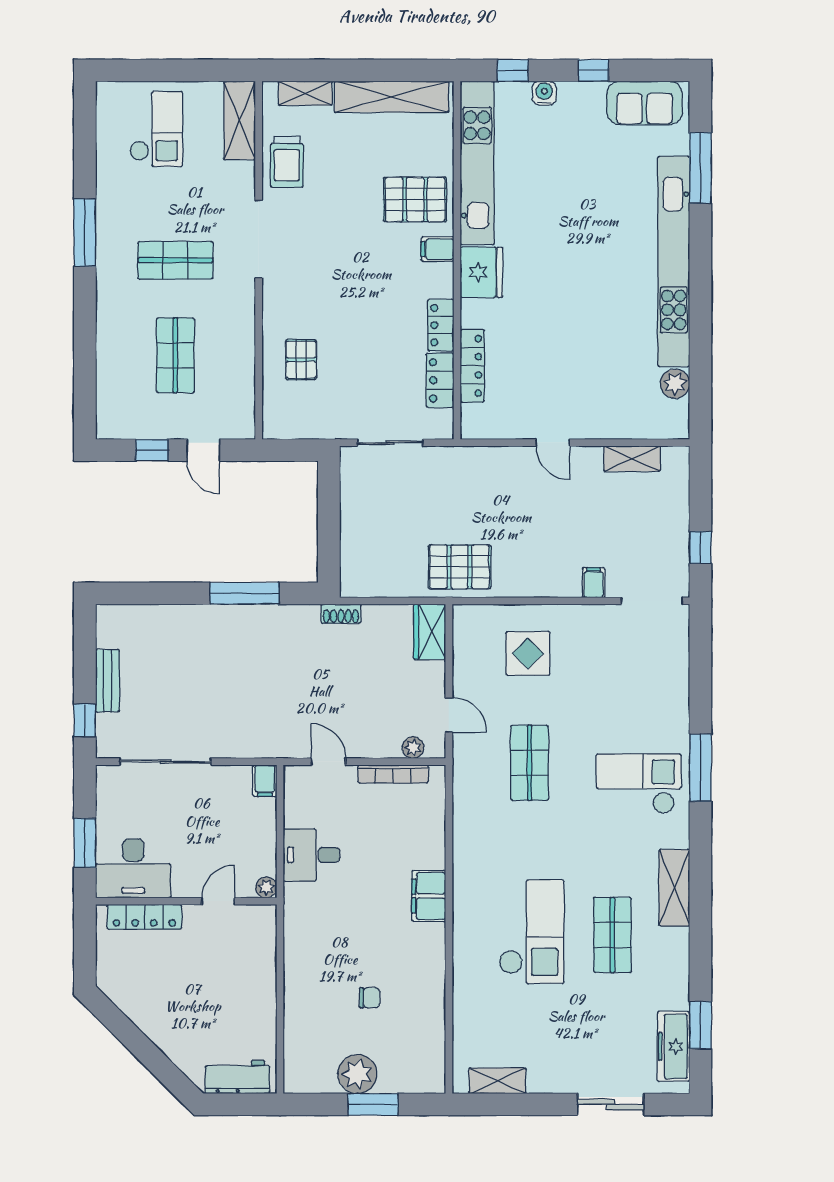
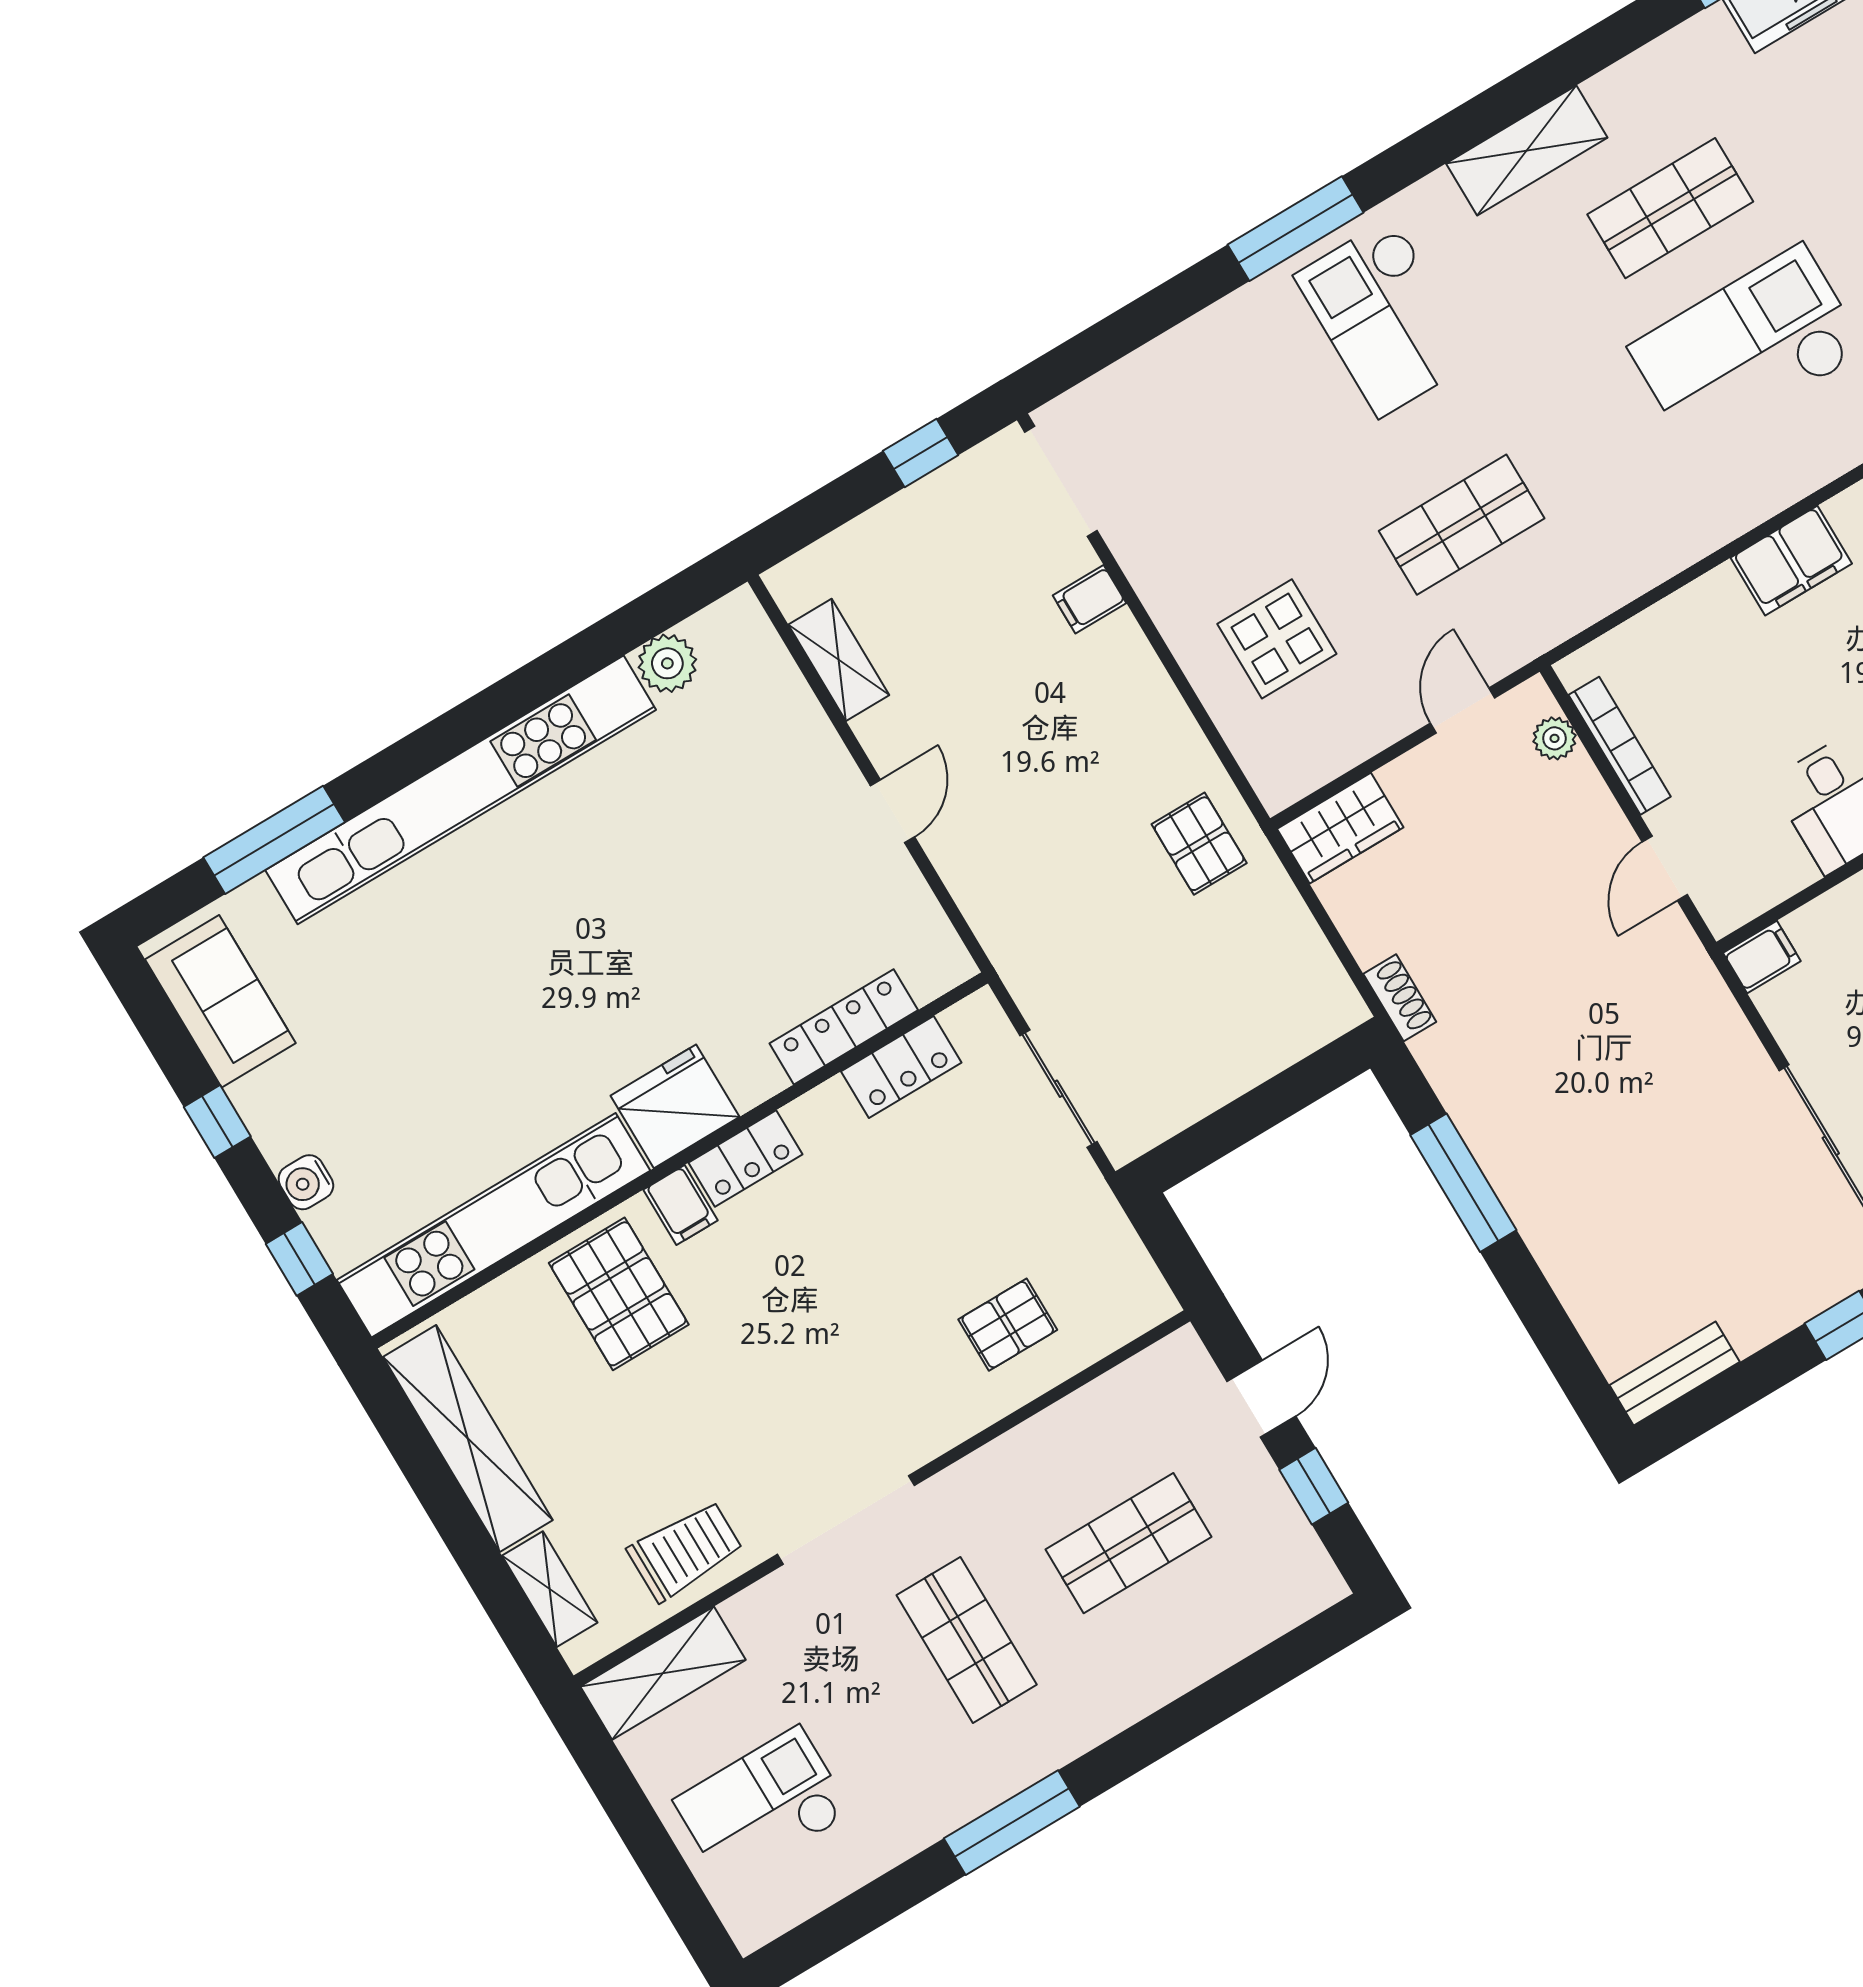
locker: (441, 325) -> (745, 1159), moved
pallet: (459, 567) -> (1199, 844), width x0.67, depth x0.71
bench: (107, 681) -> (1675, 1373), moved

